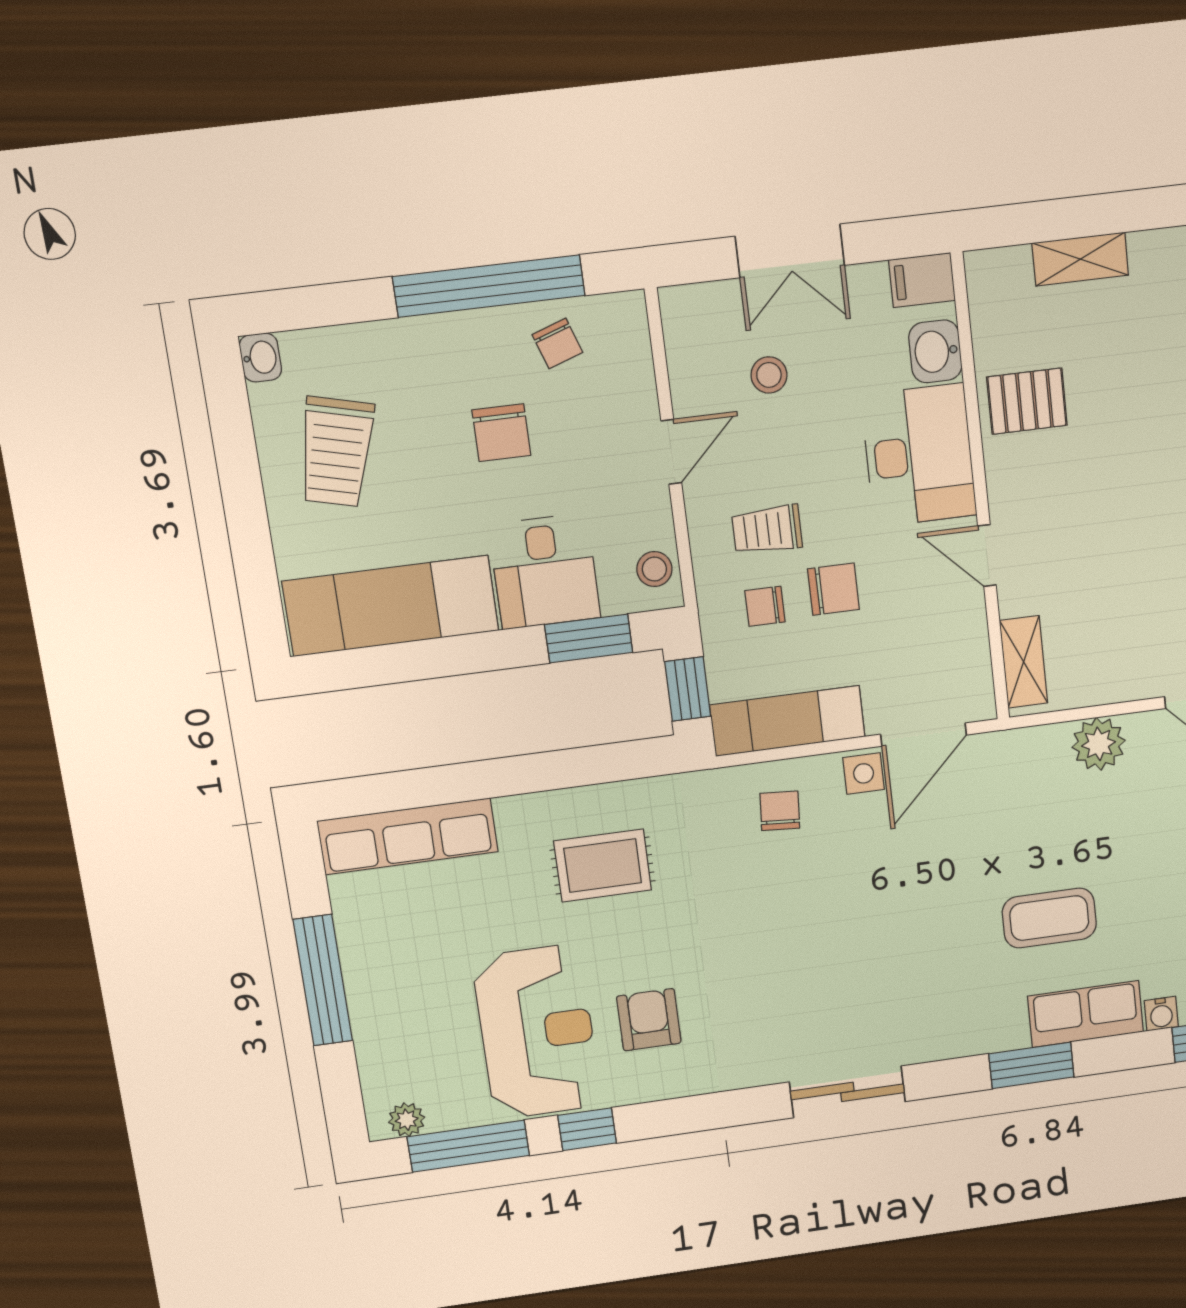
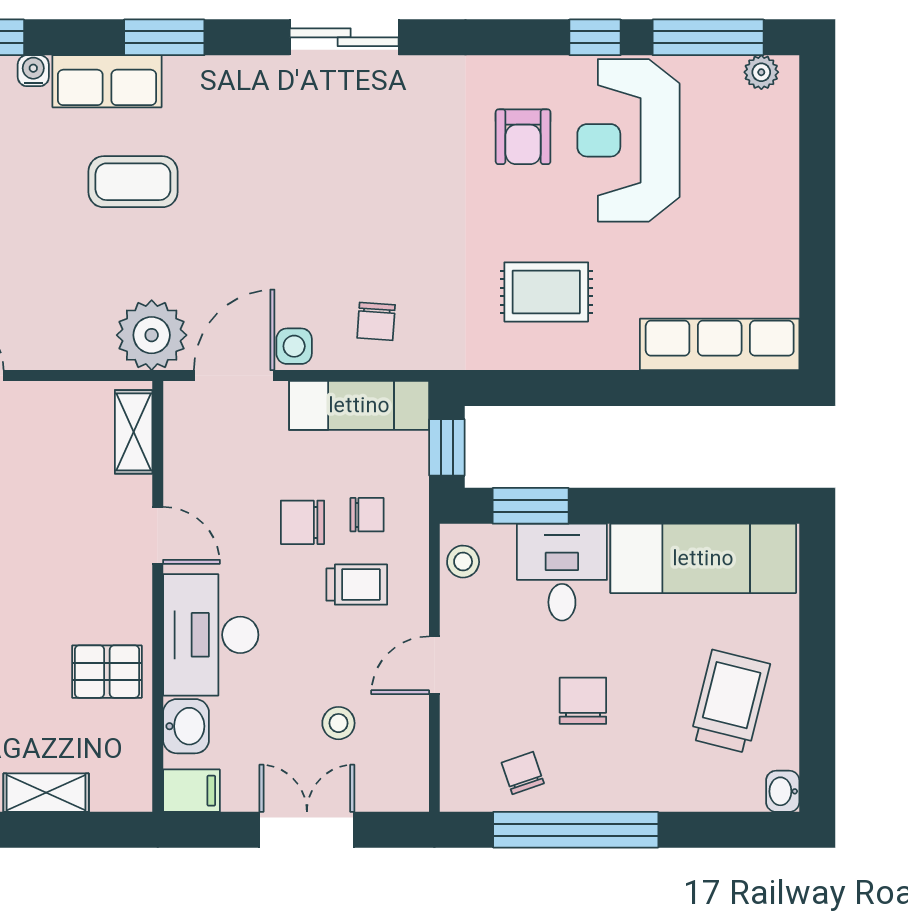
plant: (1099, 744) -> (152, 335), moved, width x1.36, depth x1.36
window: (323, 980) -> (817, 219), removed

